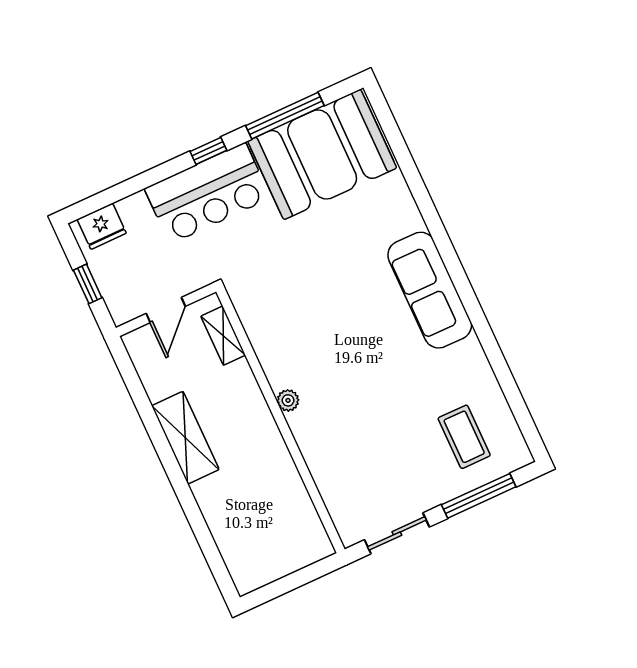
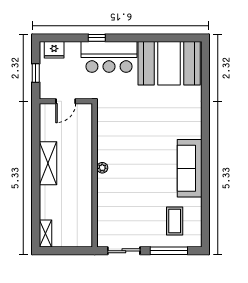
window: (285, 116) -> (160, 38), removed
window: (208, 151) -> (97, 38), moved
sofa: (430, 290) -> (190, 168), moved
shelving: (223, 336) -> (45, 233), moved

